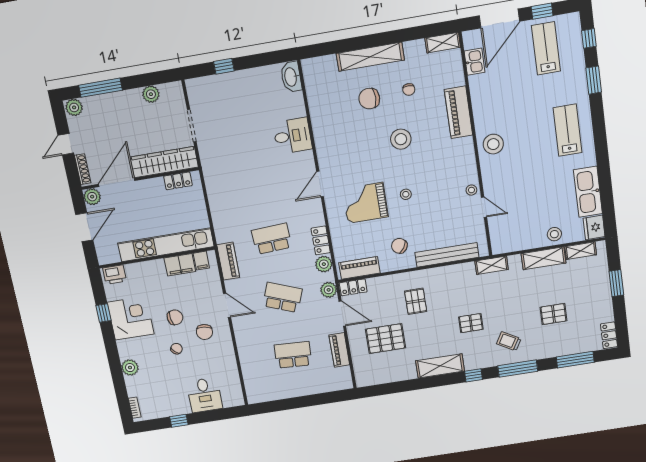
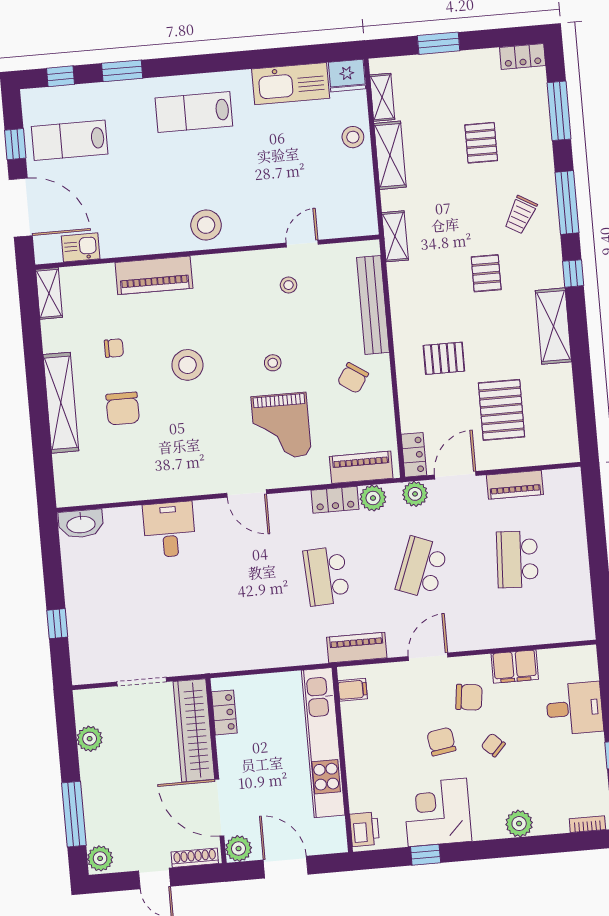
stool: (471, 190) -> (289, 285), moved
filing cabinet: (180, 265) -> (515, 667), moved, turned 90
piano: (359, 268) -> (361, 467), moved, turned 90

